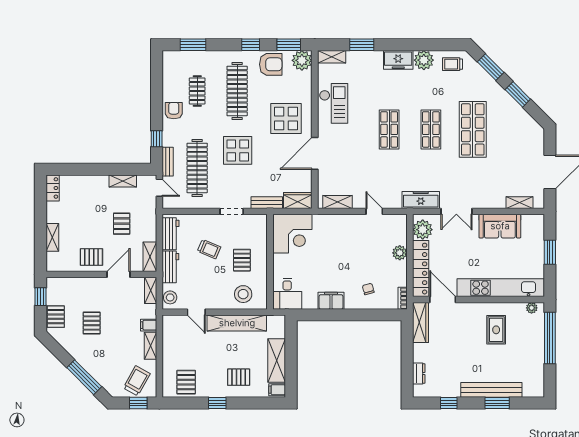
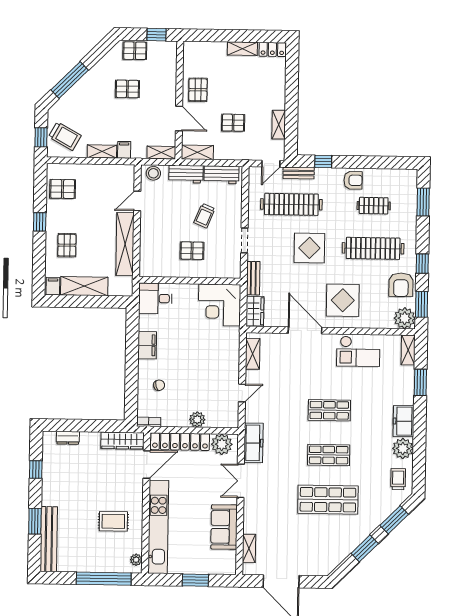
shelving: (52, 237) -> (242, 49), moved
stool: (243, 294) -> (156, 251), removed
bench: (491, 390) -> (49, 539), moved

